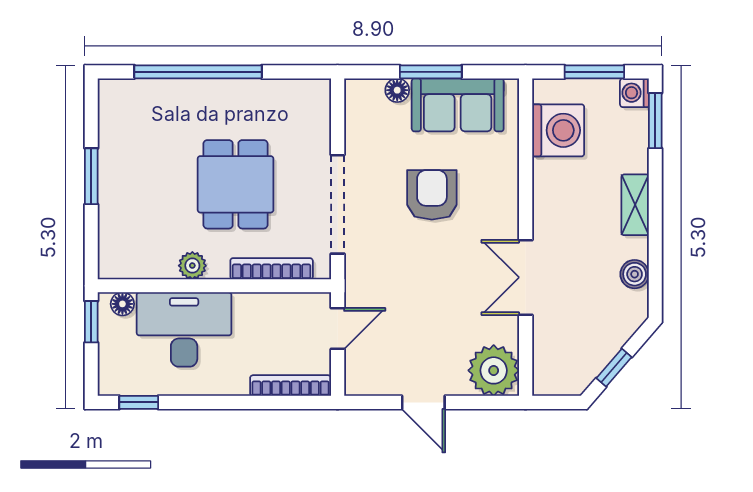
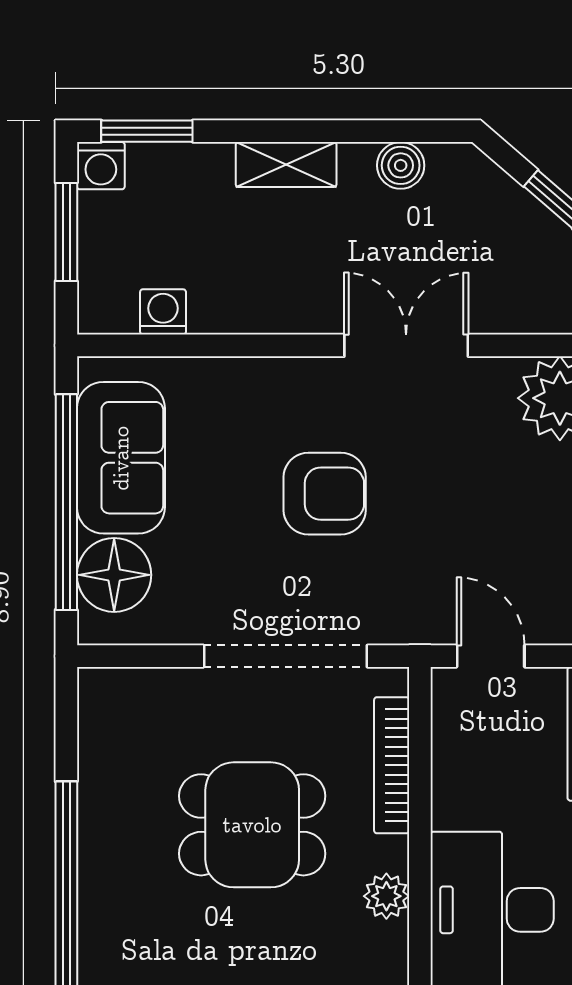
window: (431, 72) -> (66, 502), width x2.11
floor lamp: (397, 90) -> (114, 575), width x1.89, depth x1.89
washing machine: (558, 130) -> (163, 312), width x0.53, depth x0.53
armchair: (432, 195) -> (325, 494), moved, turned 180
double door: (526, 277) -> (406, 345), swing flipped

